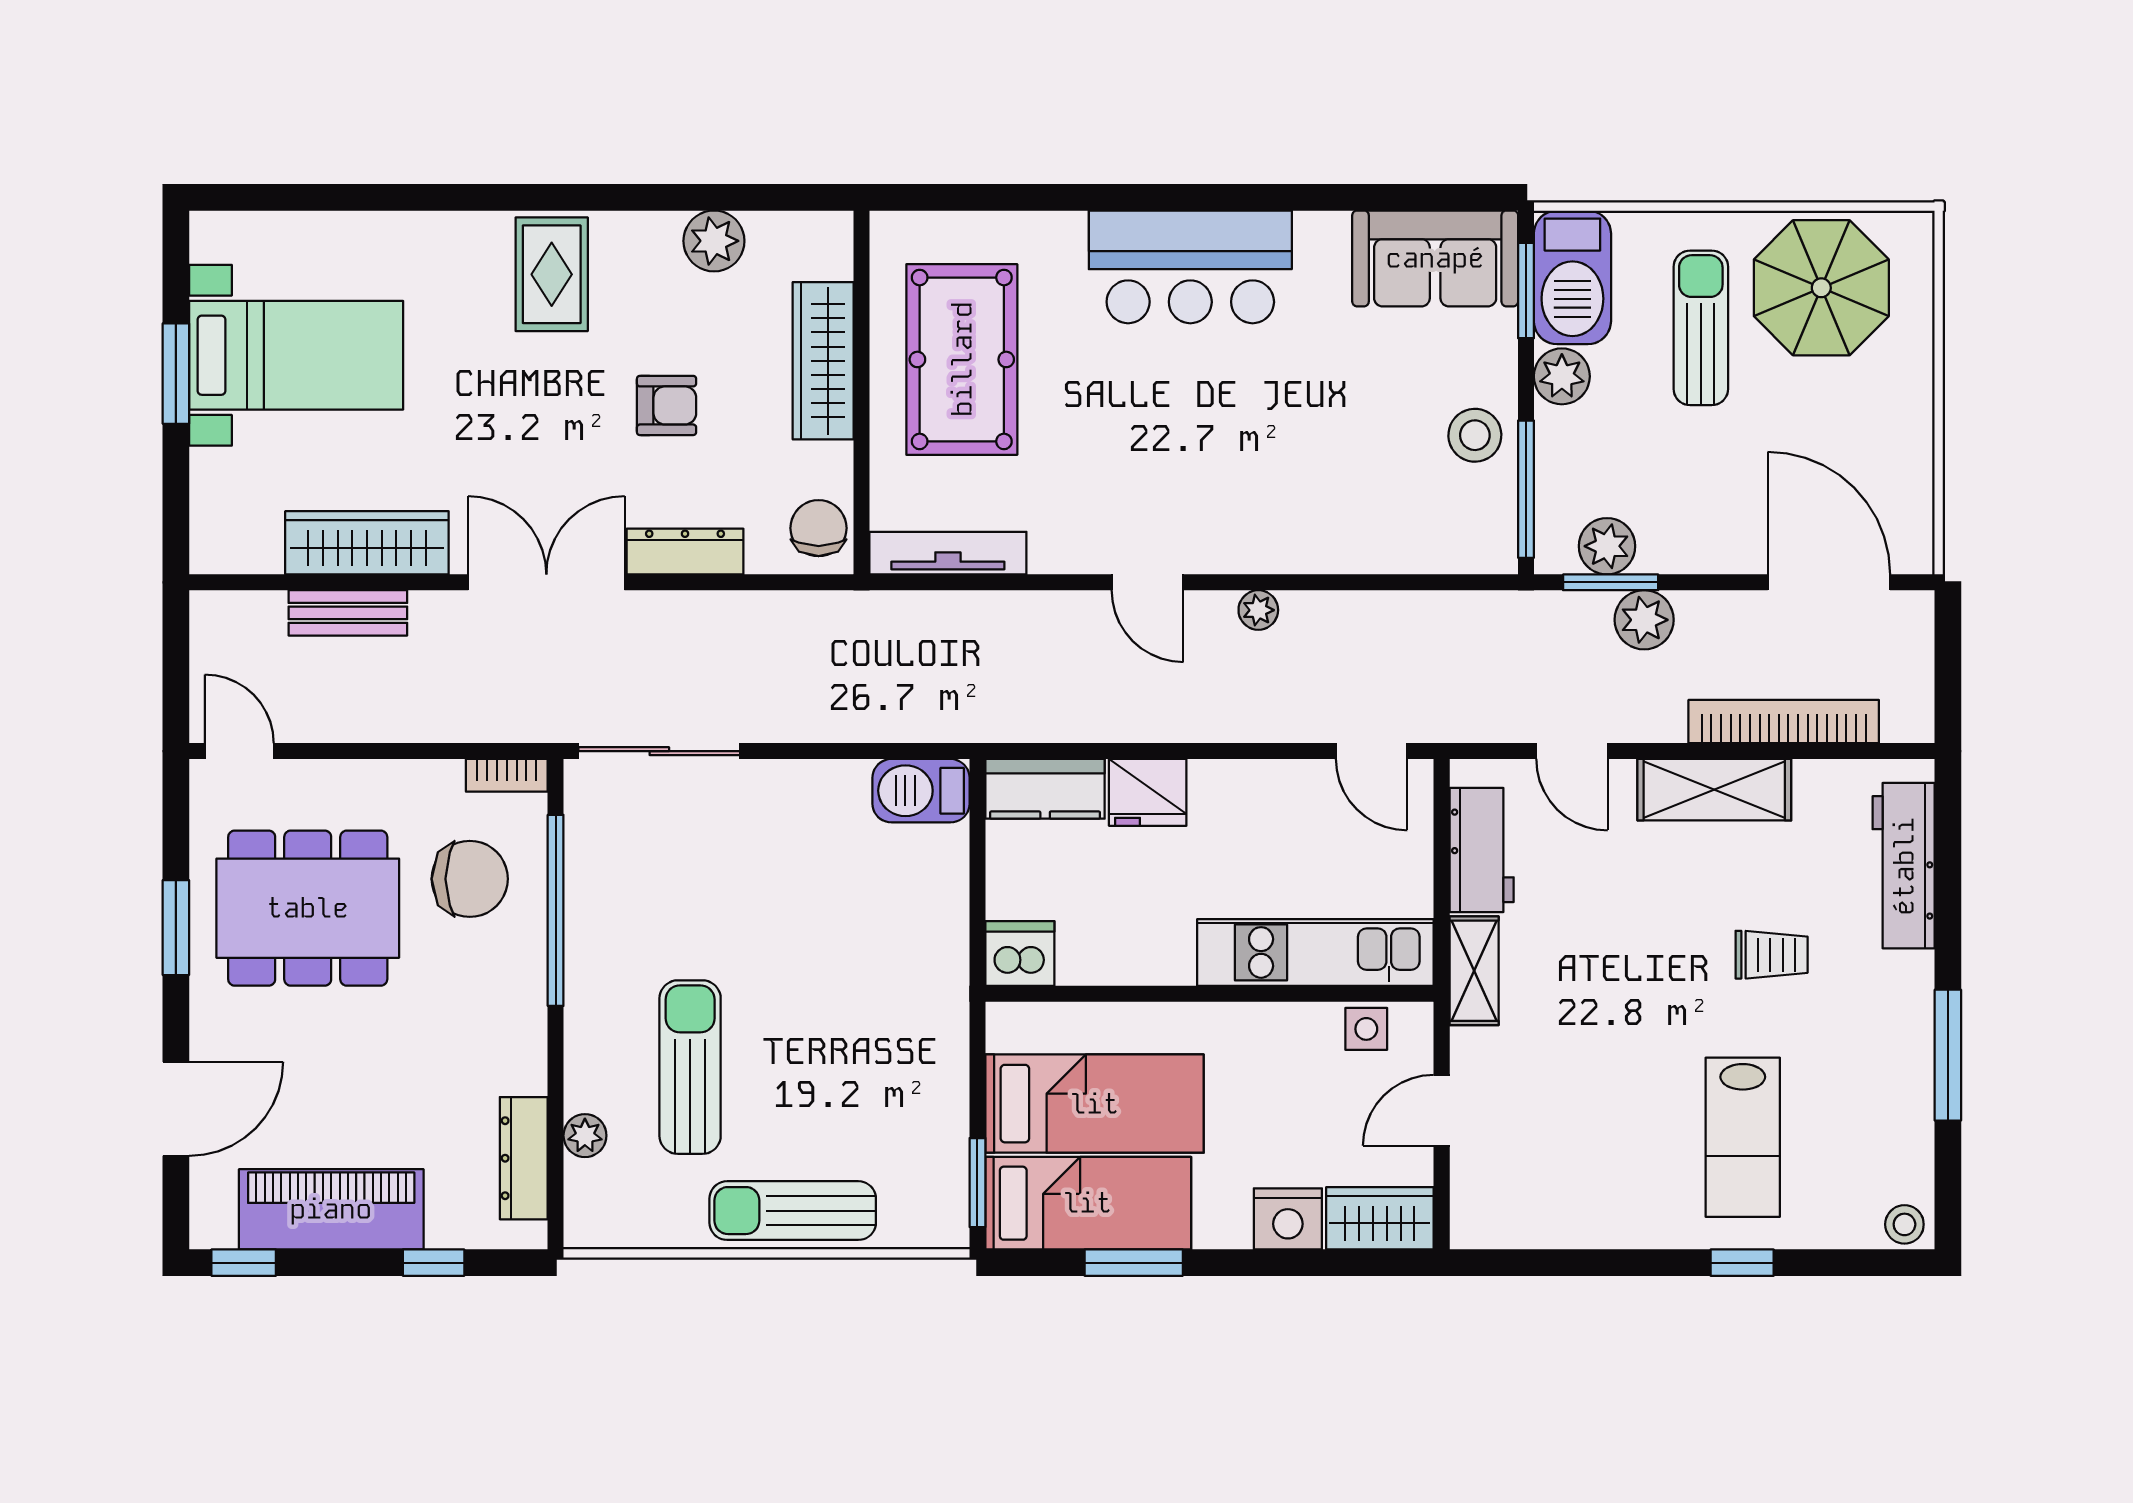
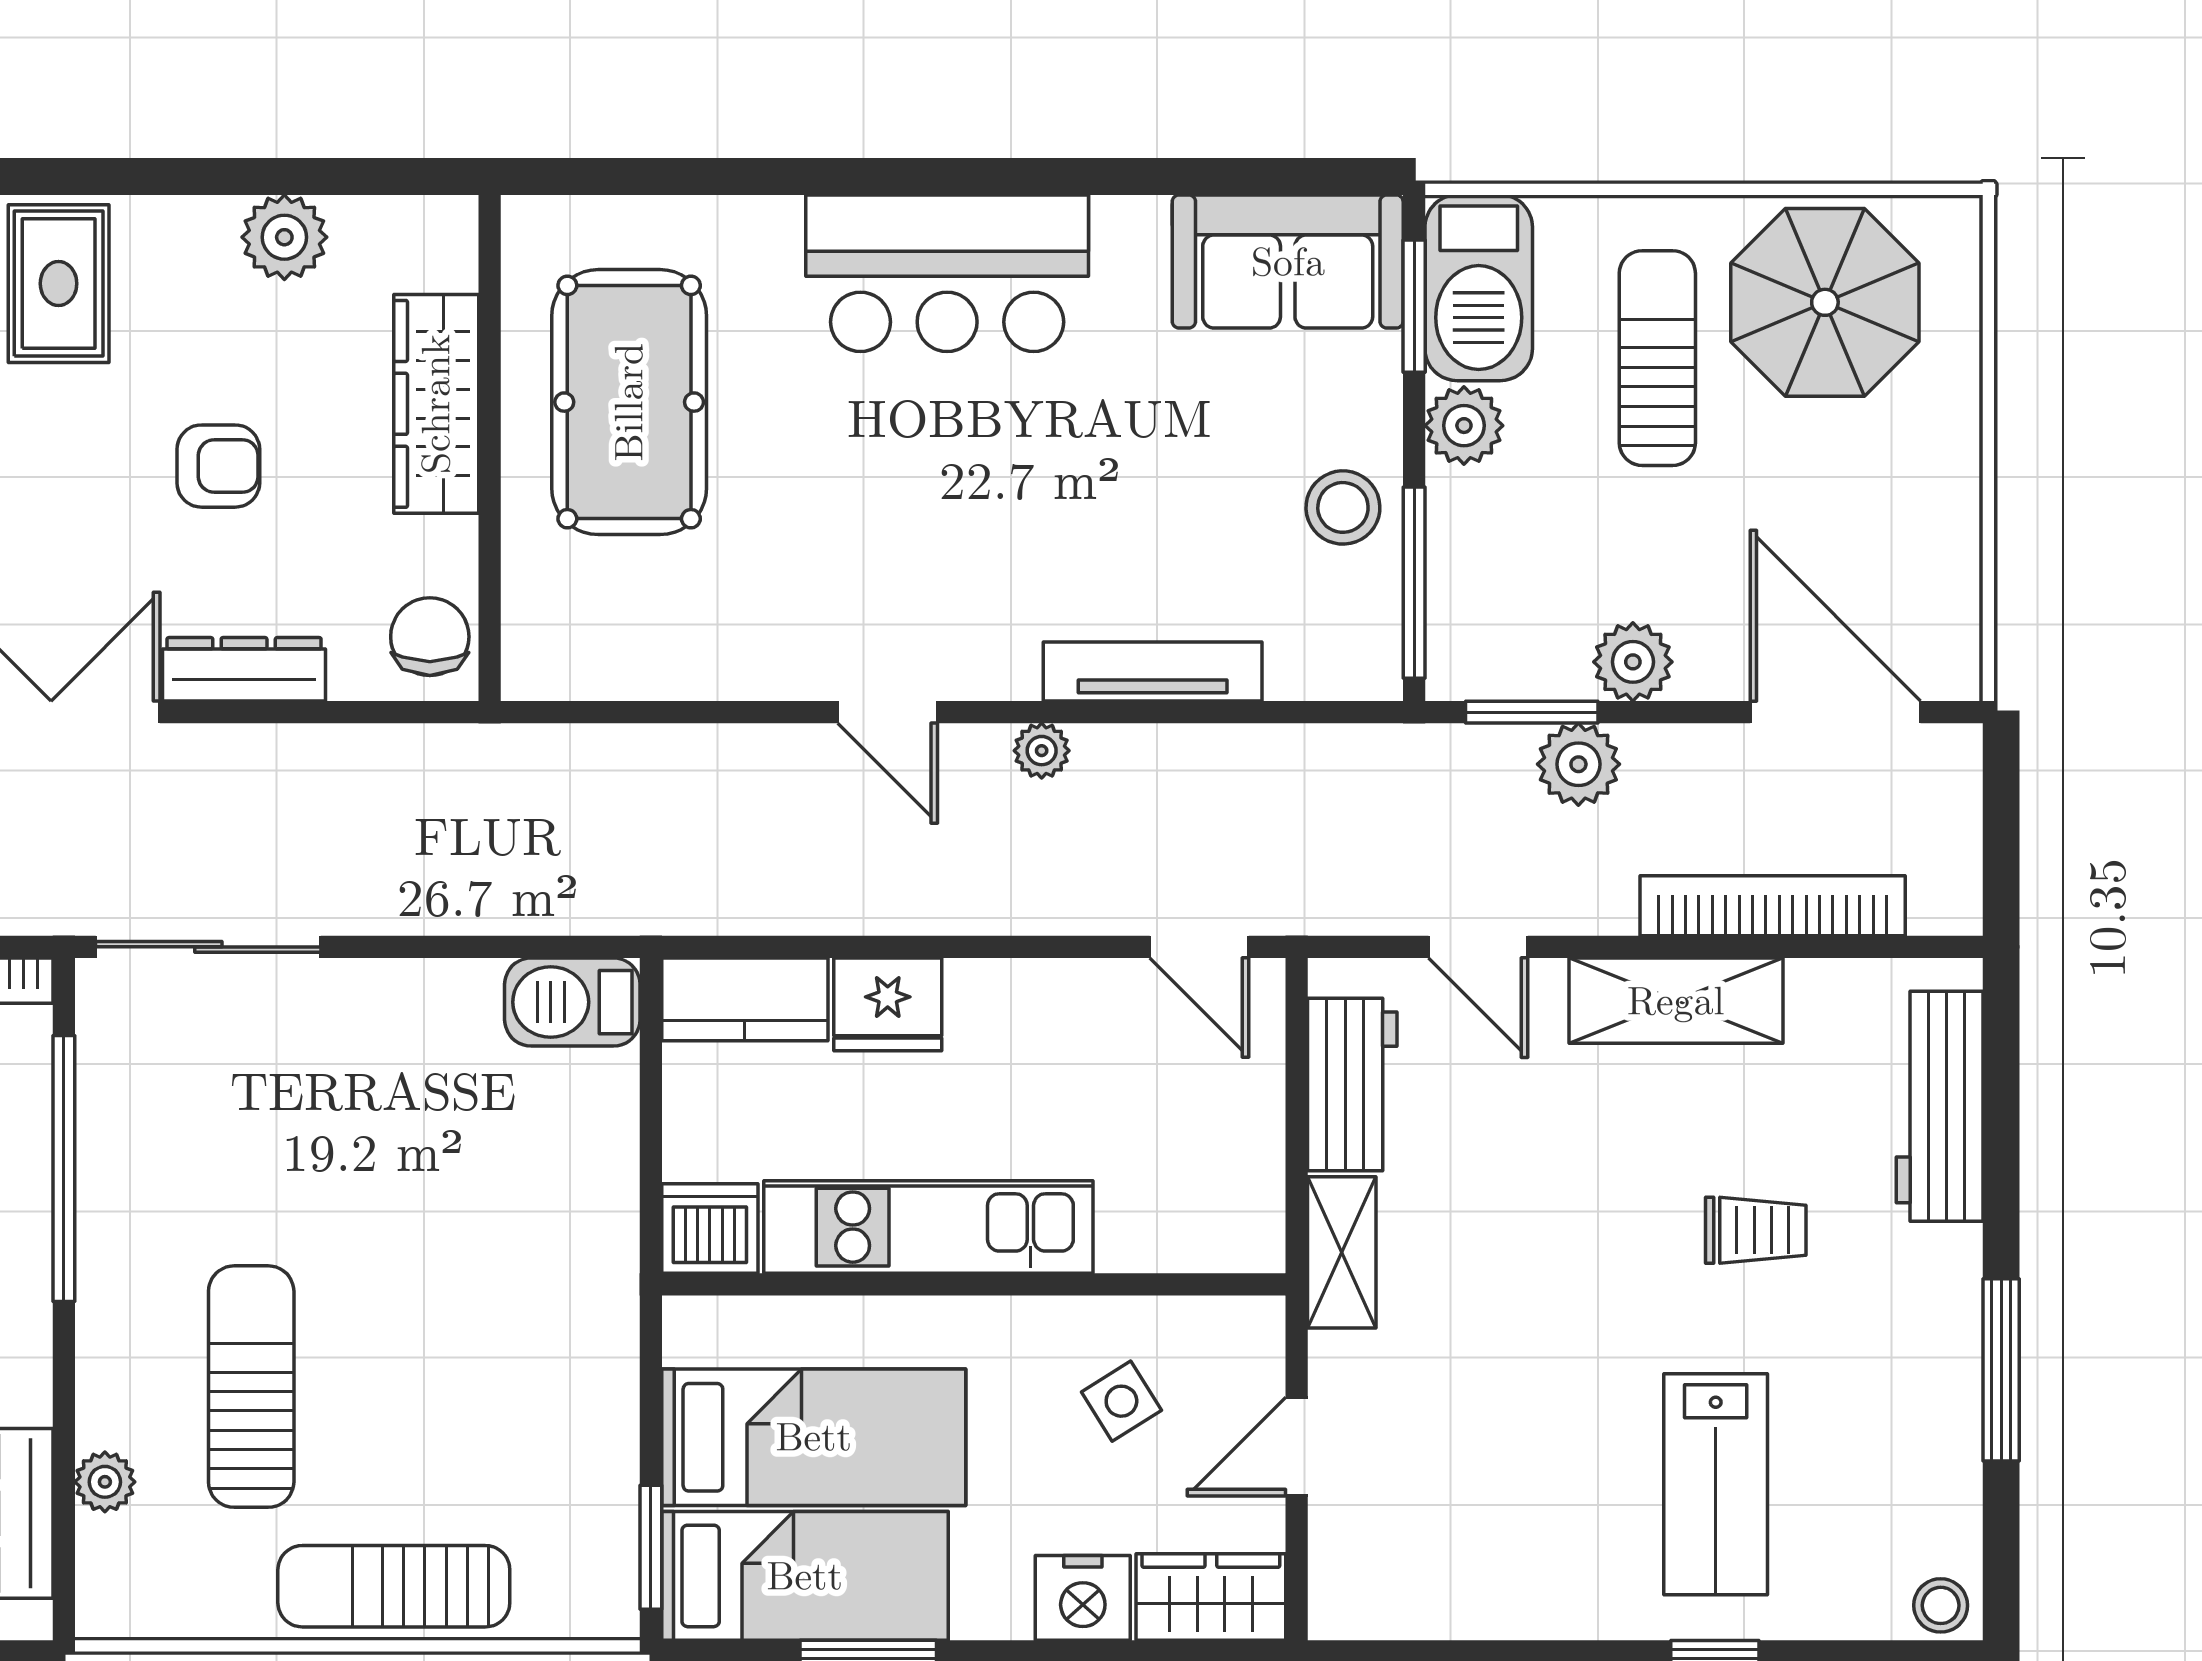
plant: (1607, 546) -> (1633, 662), moved
tv unit: (948, 553) -> (1153, 671), moved
kitchen unit: (1315, 952) -> (928, 1227), moved
side table: (1366, 1029) -> (1121, 1401), moved, turned -32

